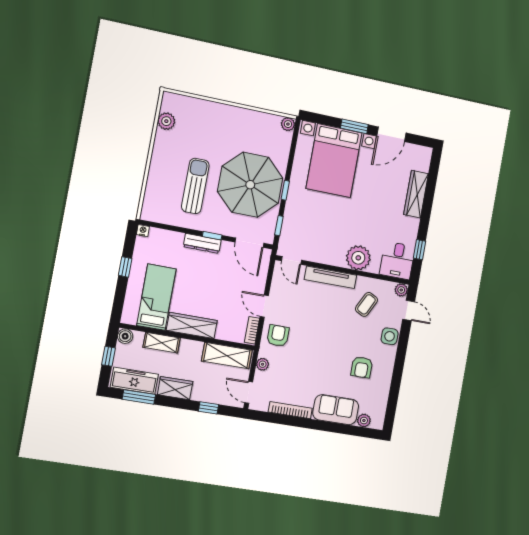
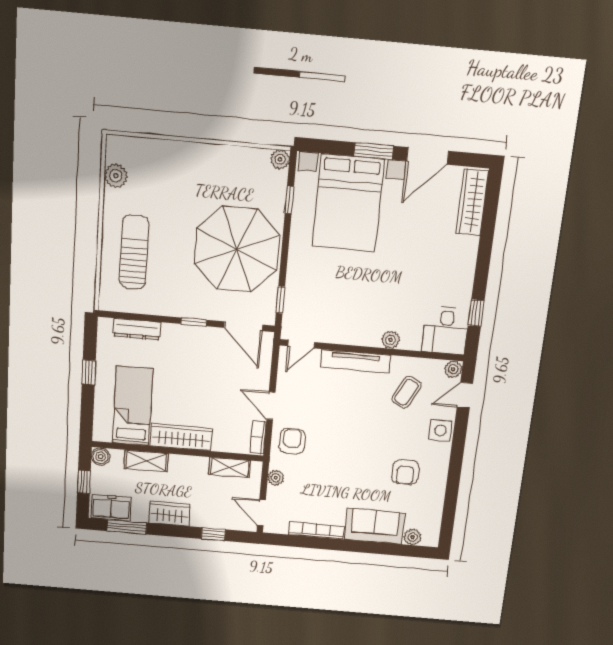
sun lounger: (195, 186) -> (134, 252), moved
window: (285, 190) -> (289, 200), moved
wardrobe: (416, 194) -> (472, 202), moved
nightstand: (143, 231) -> (105, 324), removed
dresser: (202, 243) -> (137, 329), moved
plant: (358, 258) -> (391, 340), width x0.53, depth x0.53
door: (291, 260) -> (301, 344), hinge flipped
door: (409, 310) -> (465, 395), swing flipped
shelving: (227, 356) -> (230, 468), width x0.67, depth x0.75
freezer: (134, 381) -> (111, 508), width x0.71

